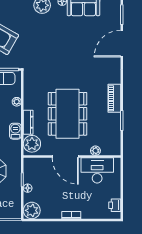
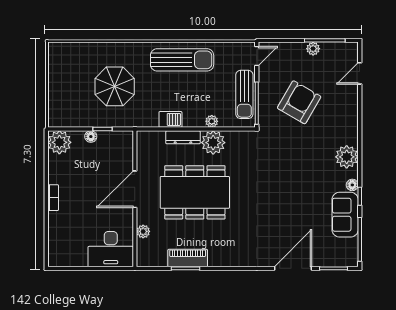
door: (122, 44) -> (293, 268), hinge flipped
piano: (114, 98) -> (188, 258), moved
plant: (32, 144) -> (213, 143), moved
desk: (97, 170) -> (111, 249), moved, turned 90
printer: (115, 205) -> (67, 259), removed

